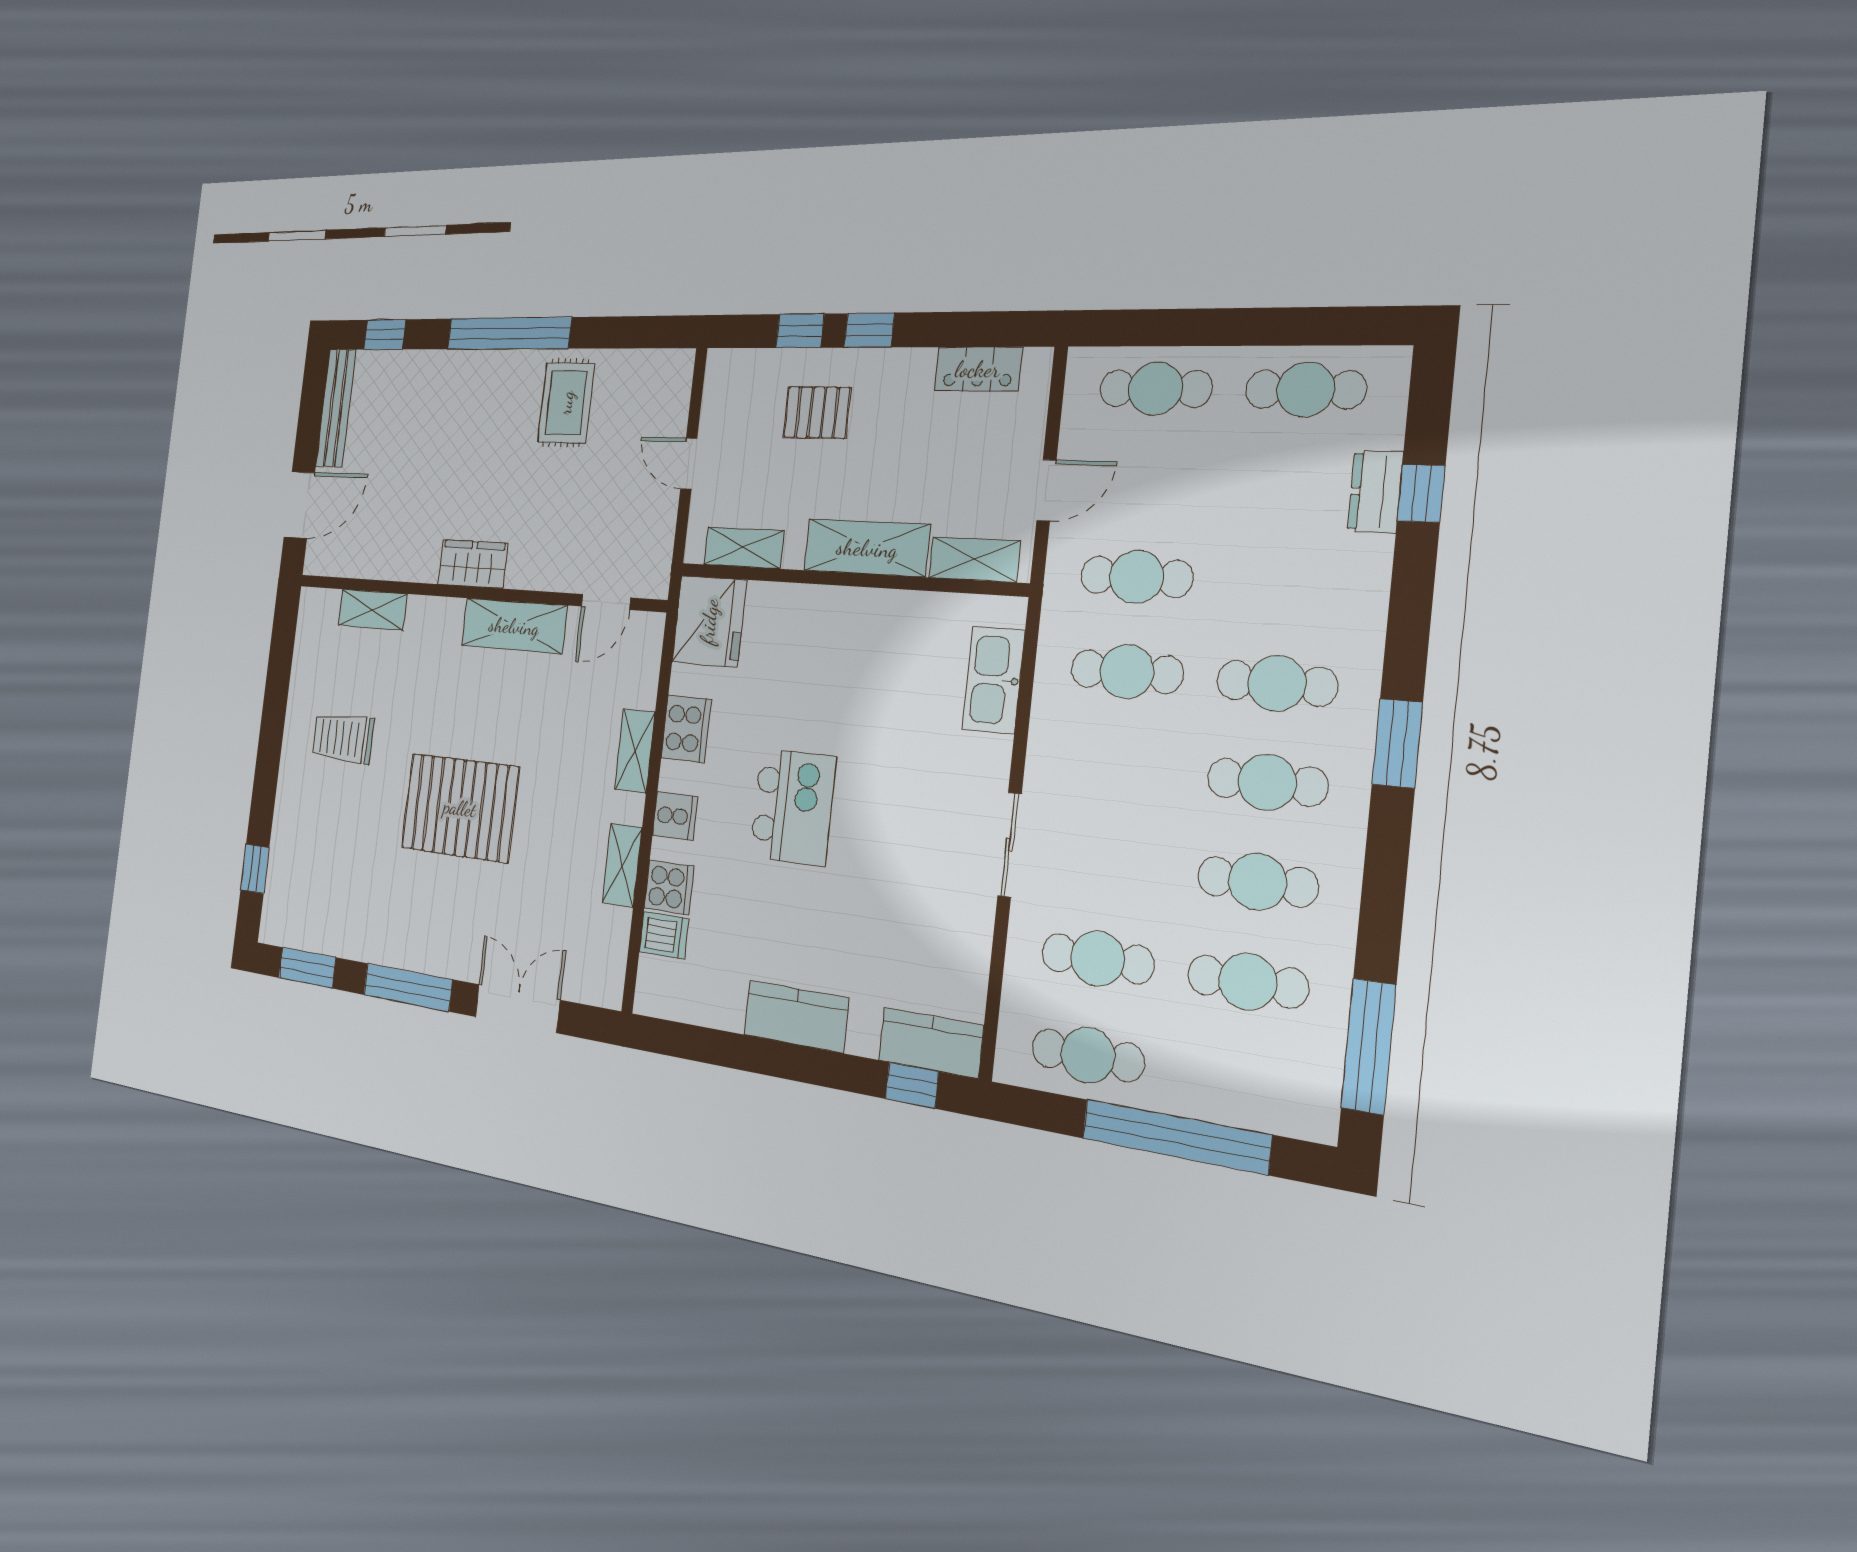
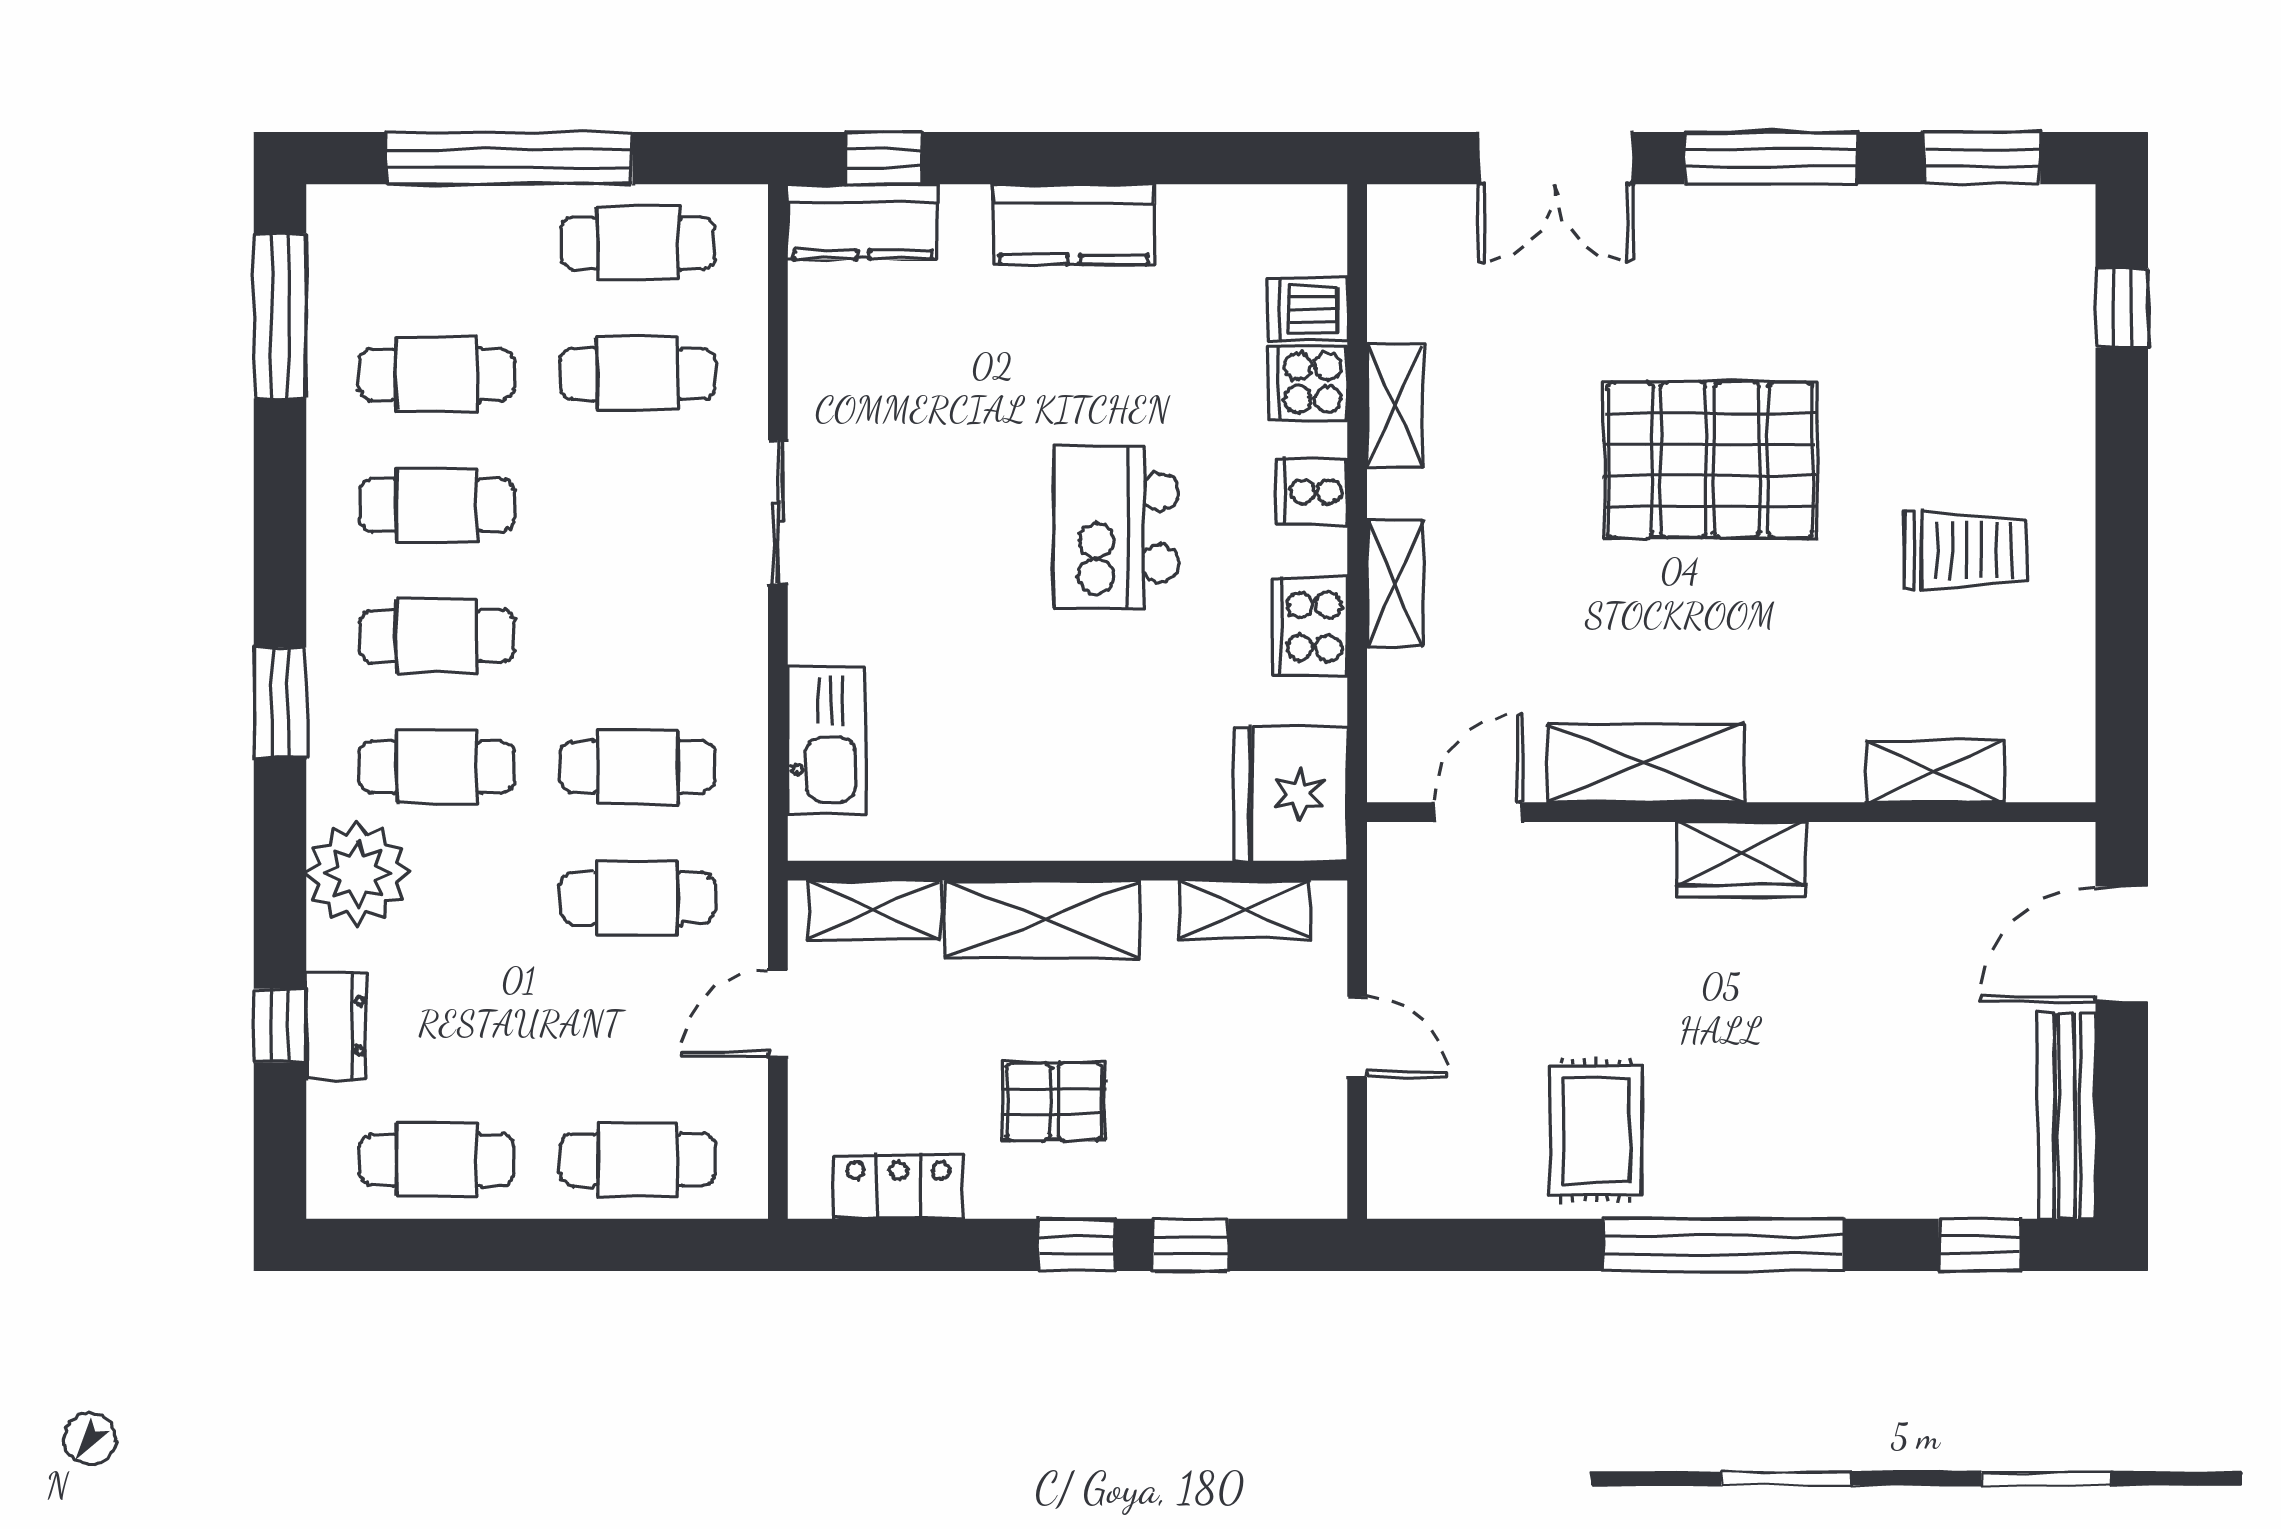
pallet: (817, 412) -> (1054, 1101), moved
plant: (1347, 607) -> (357, 873), added

